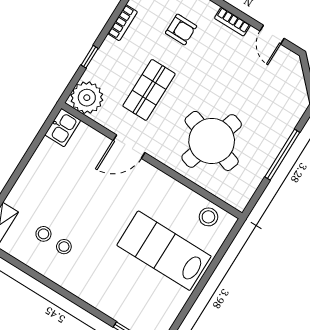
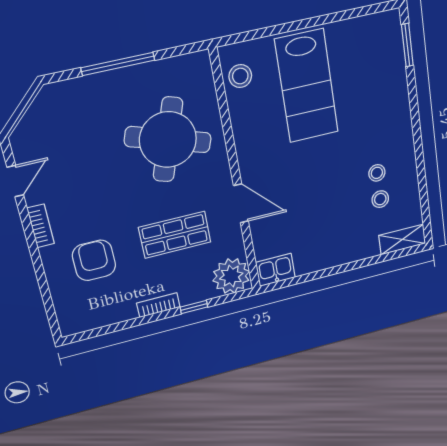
bookcase: (123, 23) -> (158, 305), moved
armchair: (181, 29) -> (94, 260), width x1.38, depth x1.38

